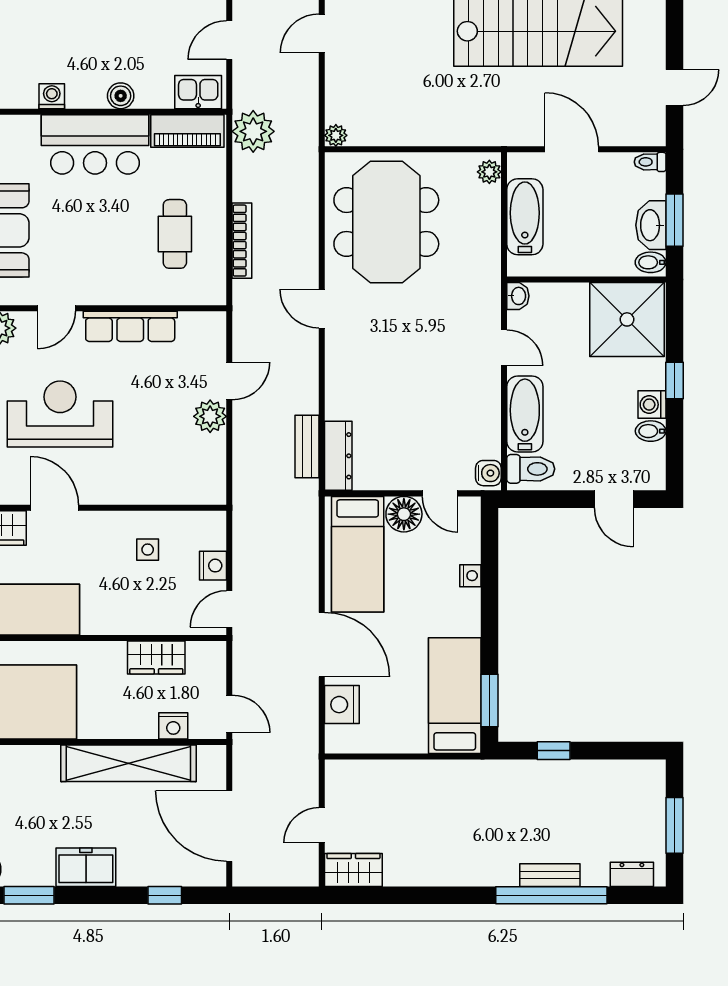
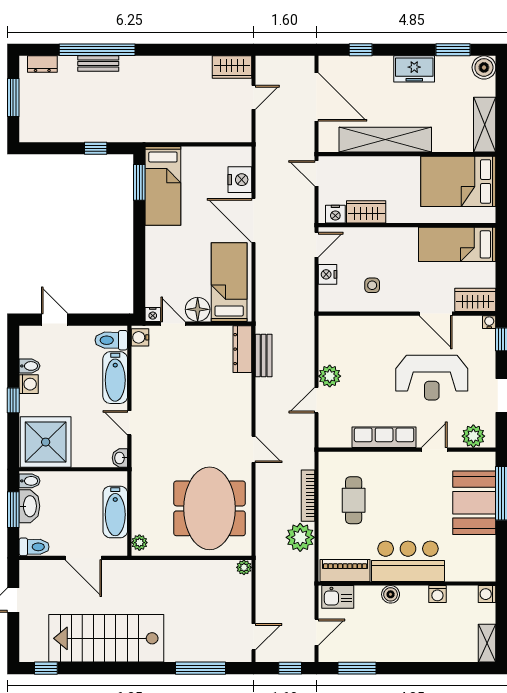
plant: (253, 131) -> (300, 537), moved
toilet: (650, 162) -> (34, 547), width x1.37, depth x1.39
nightstand: (470, 576) -> (153, 314), moved, turned -90
nightstand: (173, 726) -> (335, 214), moved, turned 180

